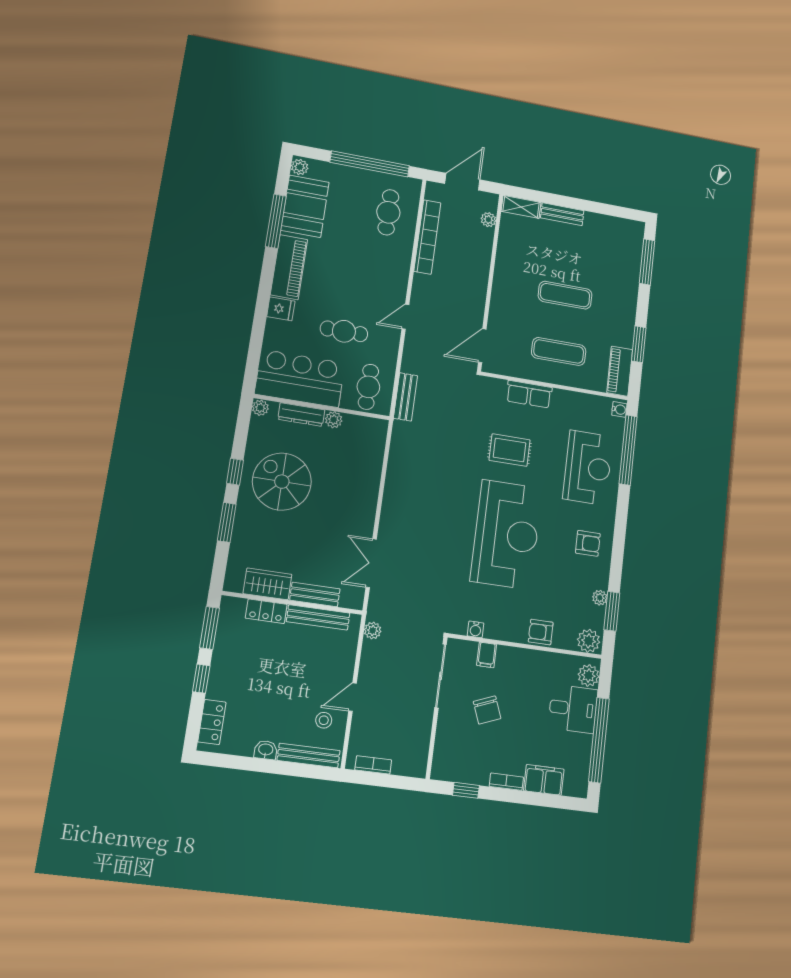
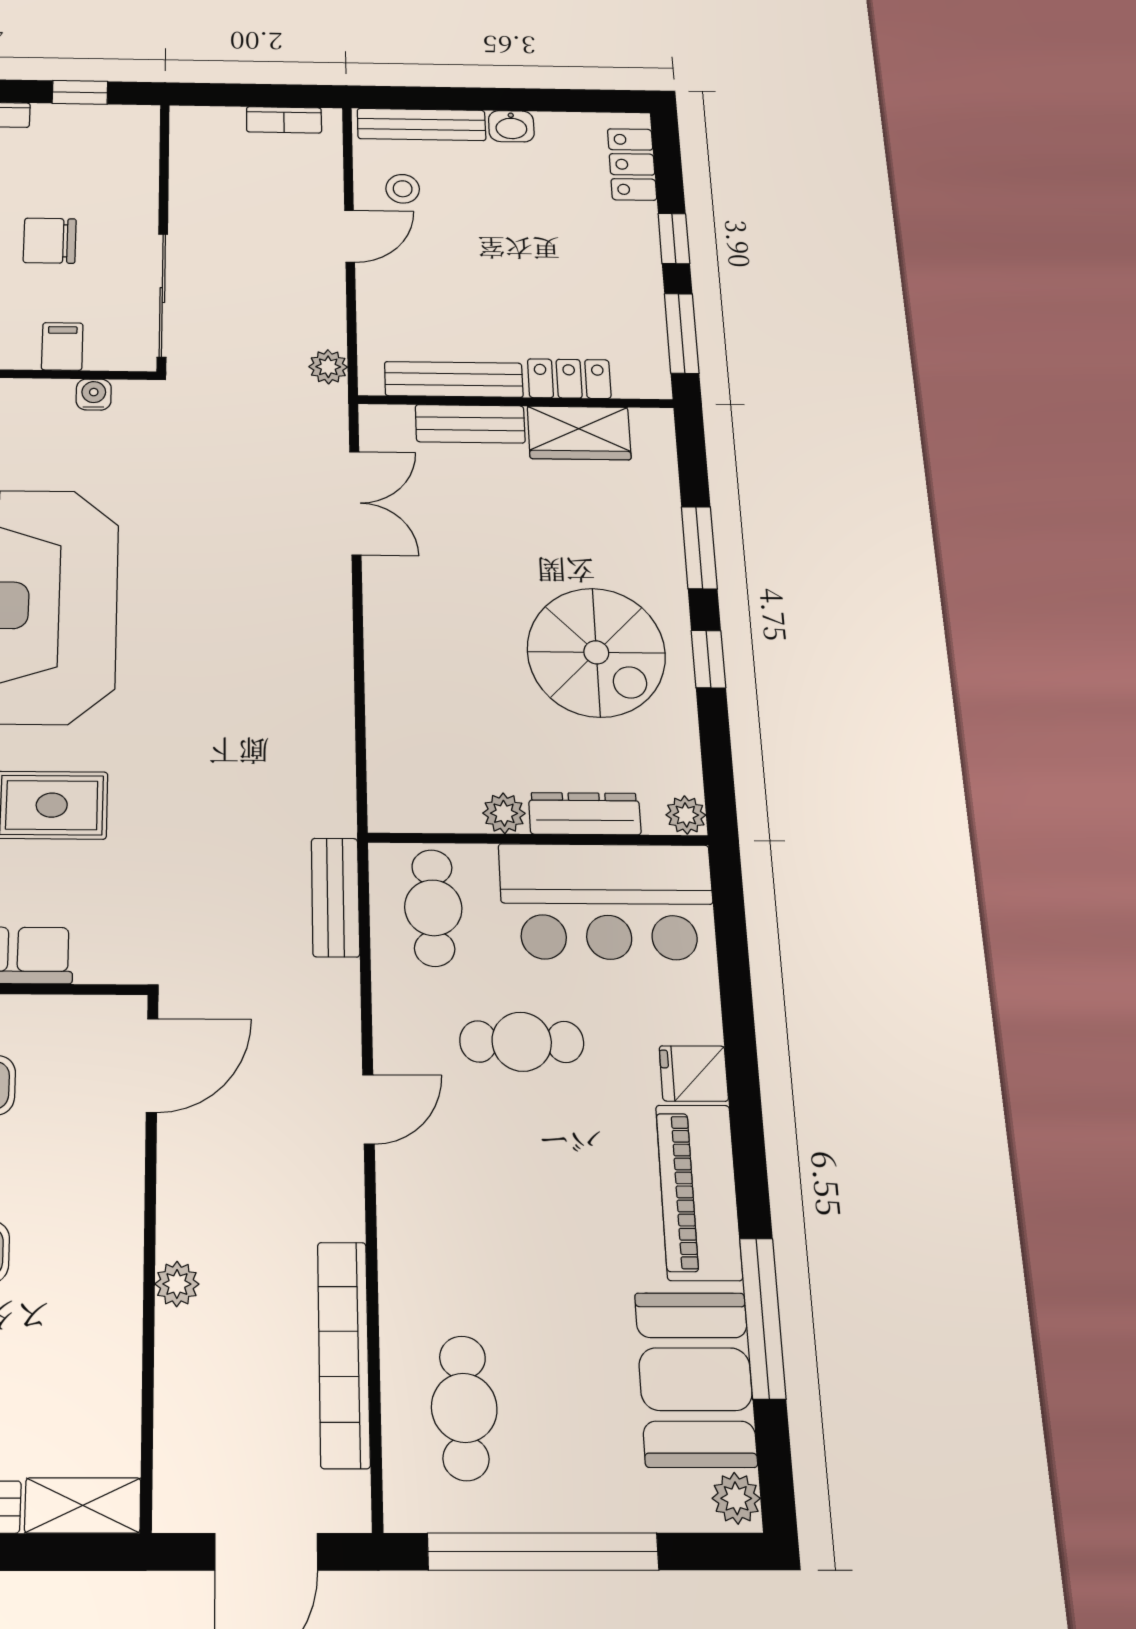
plant: (488, 220) -> (177, 1284), moved
chair: (487, 710) -> (50, 241), turned -69

